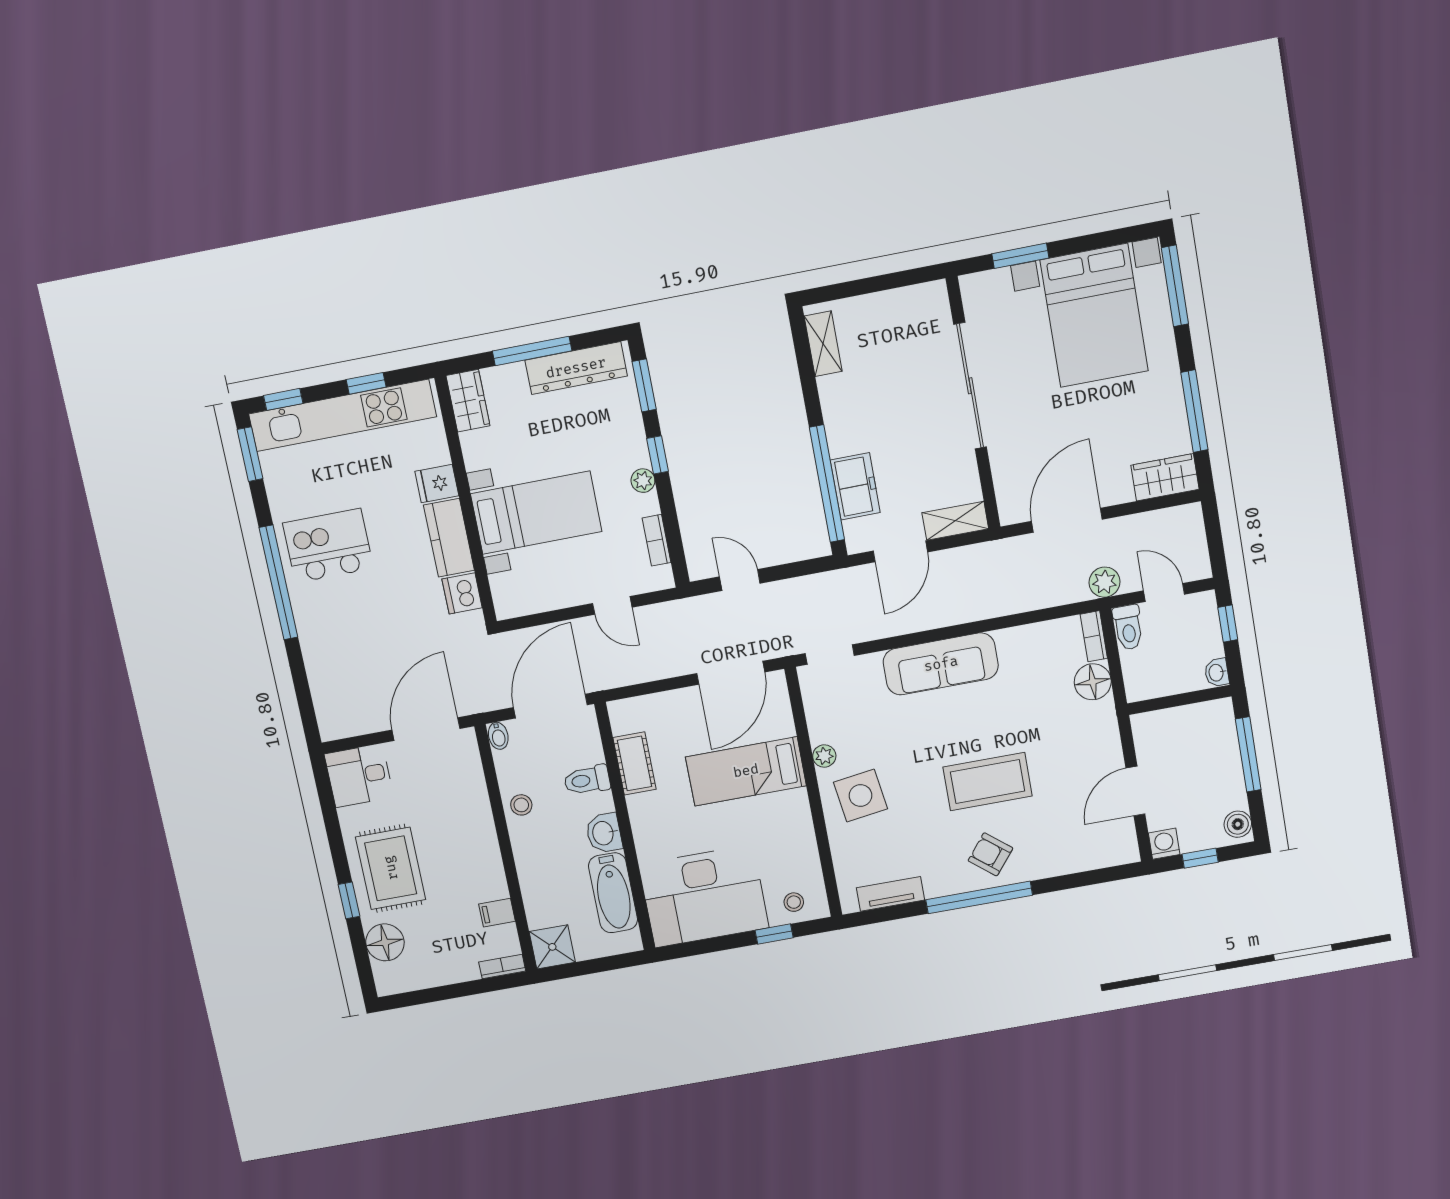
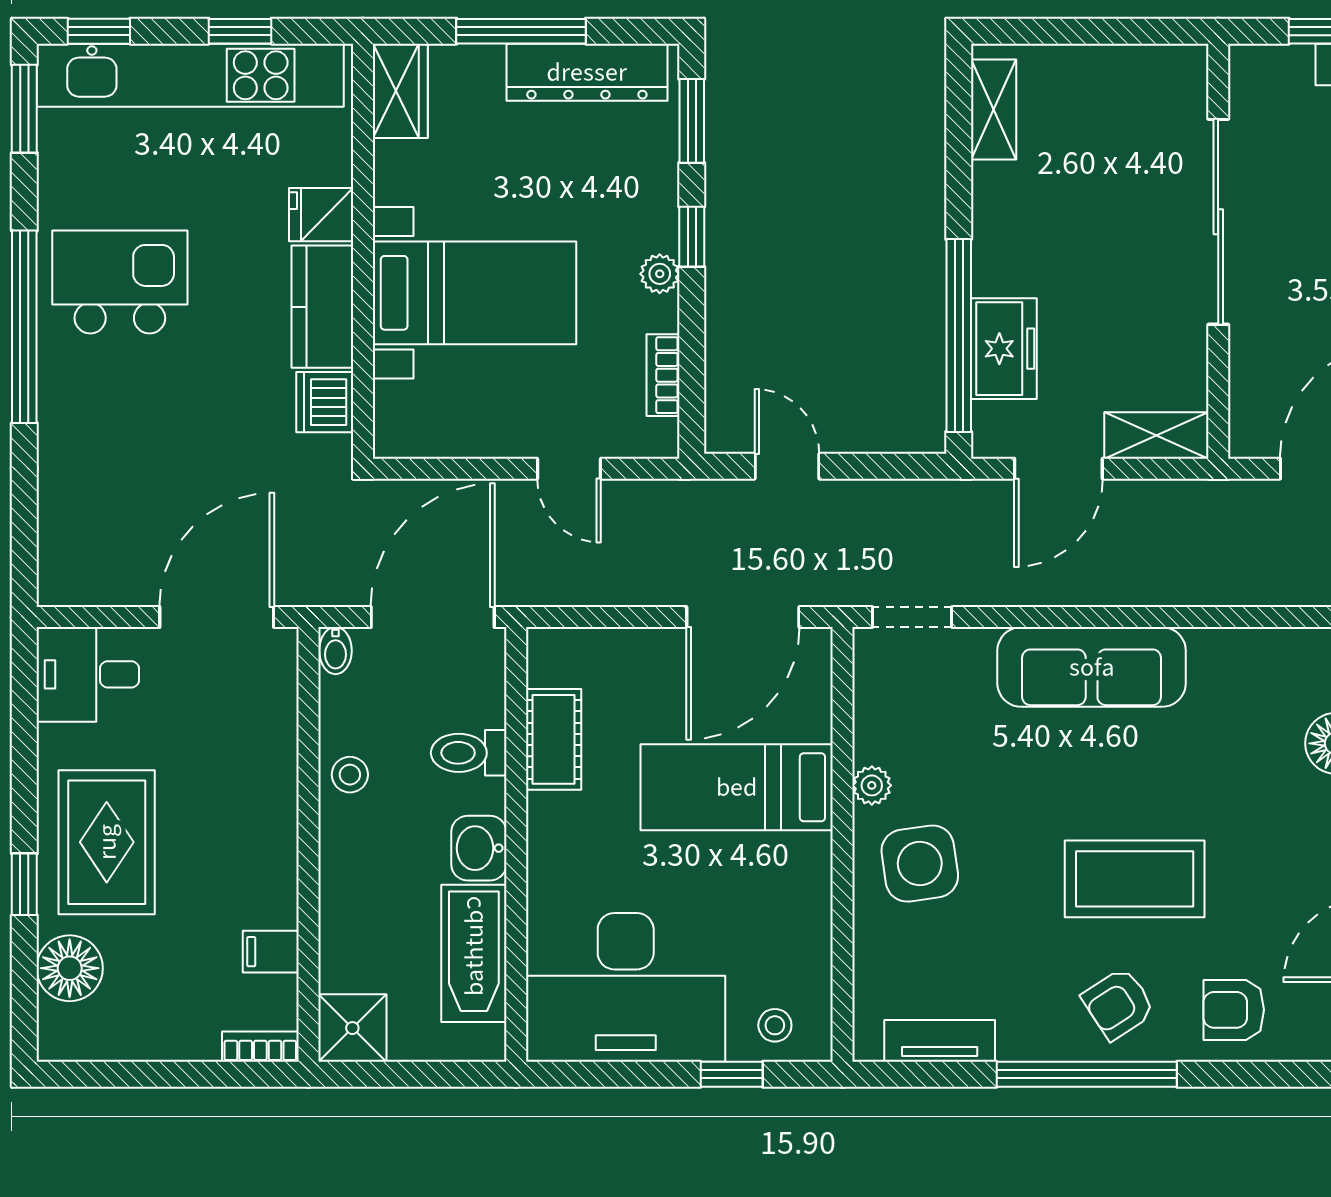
armchair: (1058, 846) -> (1234, 1010), added
armchair: (990, 854) -> (1118, 1004), turned -72

